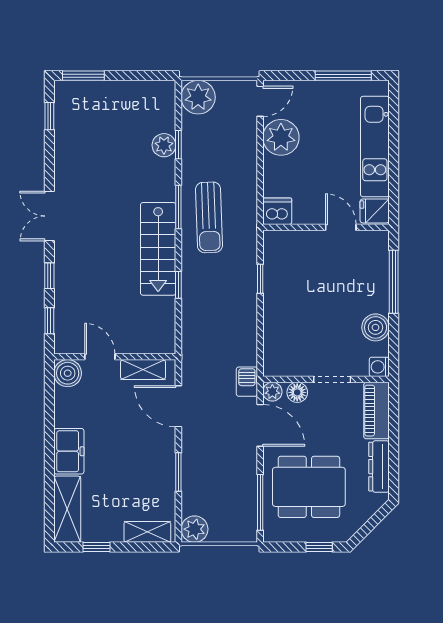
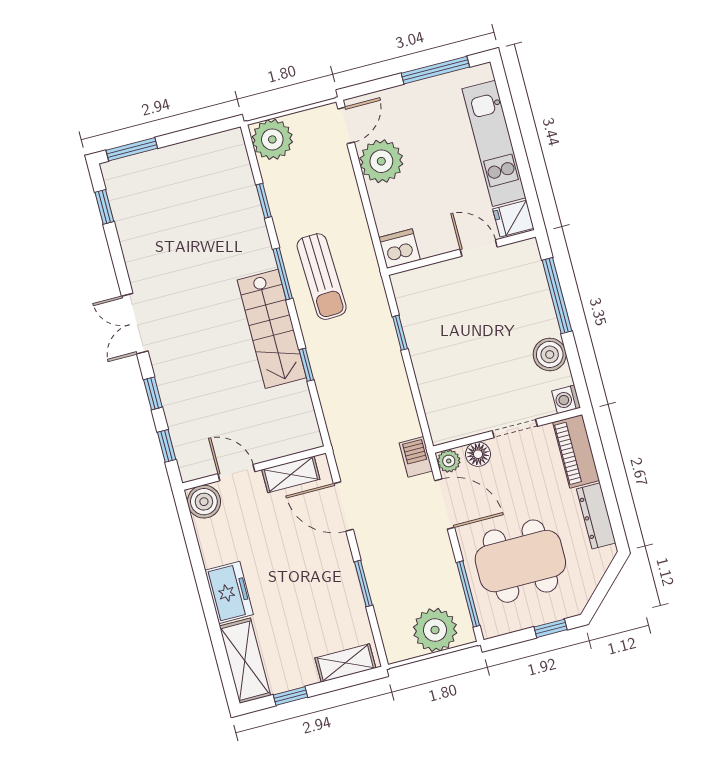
plant: (164, 145) -> (247, 206), removed
plant: (194, 529) -> (435, 630), moved, width x1.36, depth x1.36

